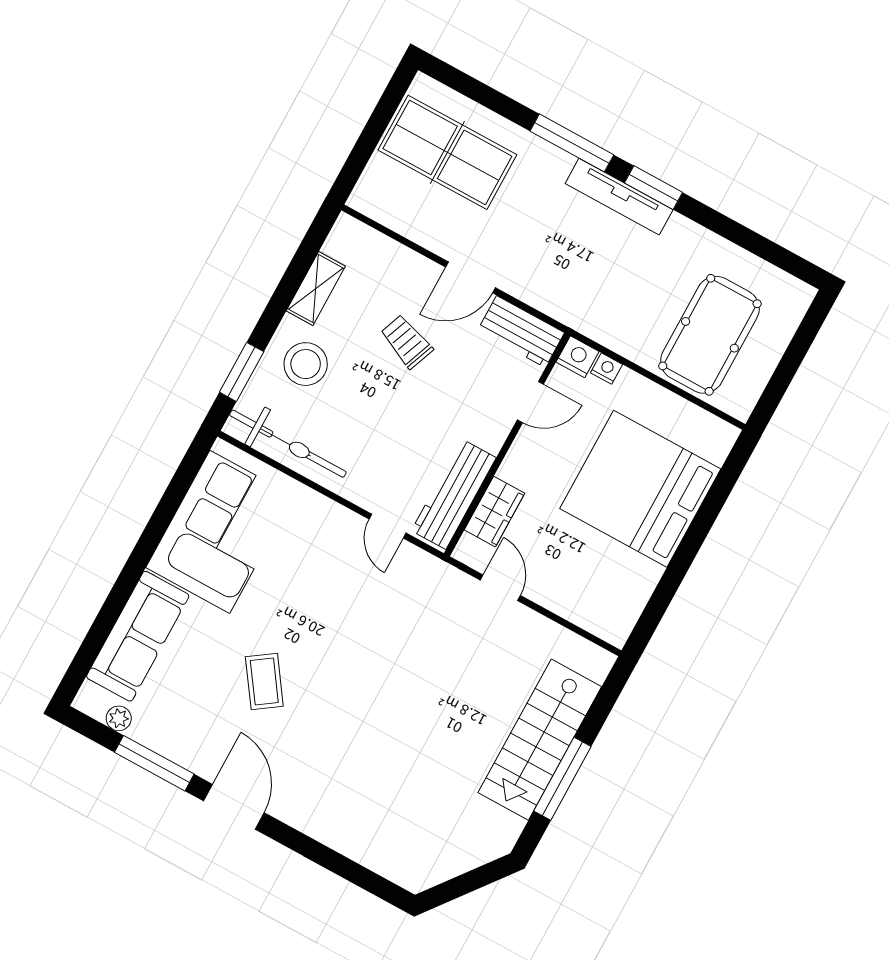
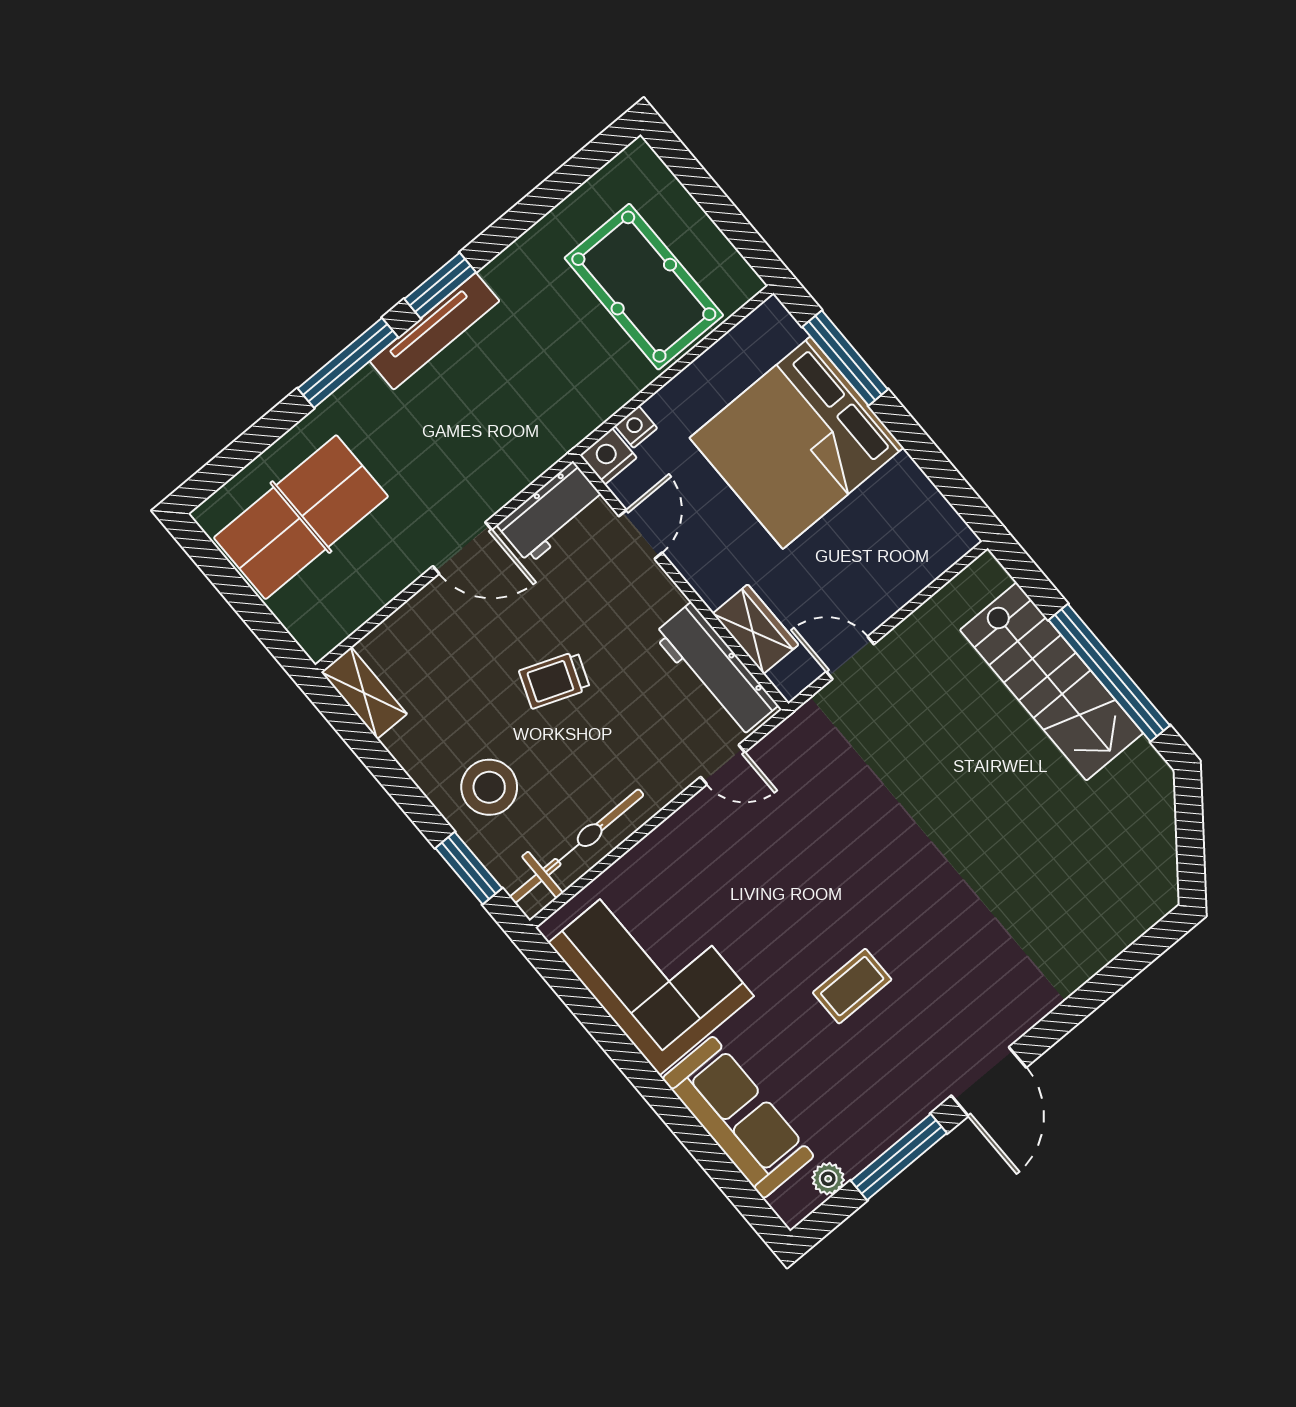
door: (471, 277) -> (462, 548), hinge flipped
shelving: (316, 289) -> (364, 693), moved
trolley: (406, 342) -> (555, 680), moved
window: (715, 500) -> (845, 358), added
coffee table: (264, 682) -> (852, 986), turned -55
window: (562, 779) -> (1109, 673), width x1.46
door: (234, 807) -> (989, 1082), swing flipped

